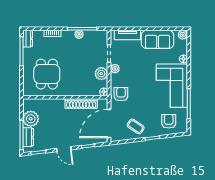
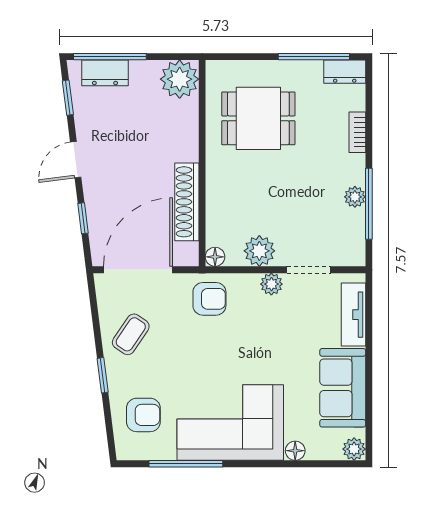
plant: (31, 119) -> (180, 79), moved
door: (109, 123) -> (138, 270), hinge flipped

